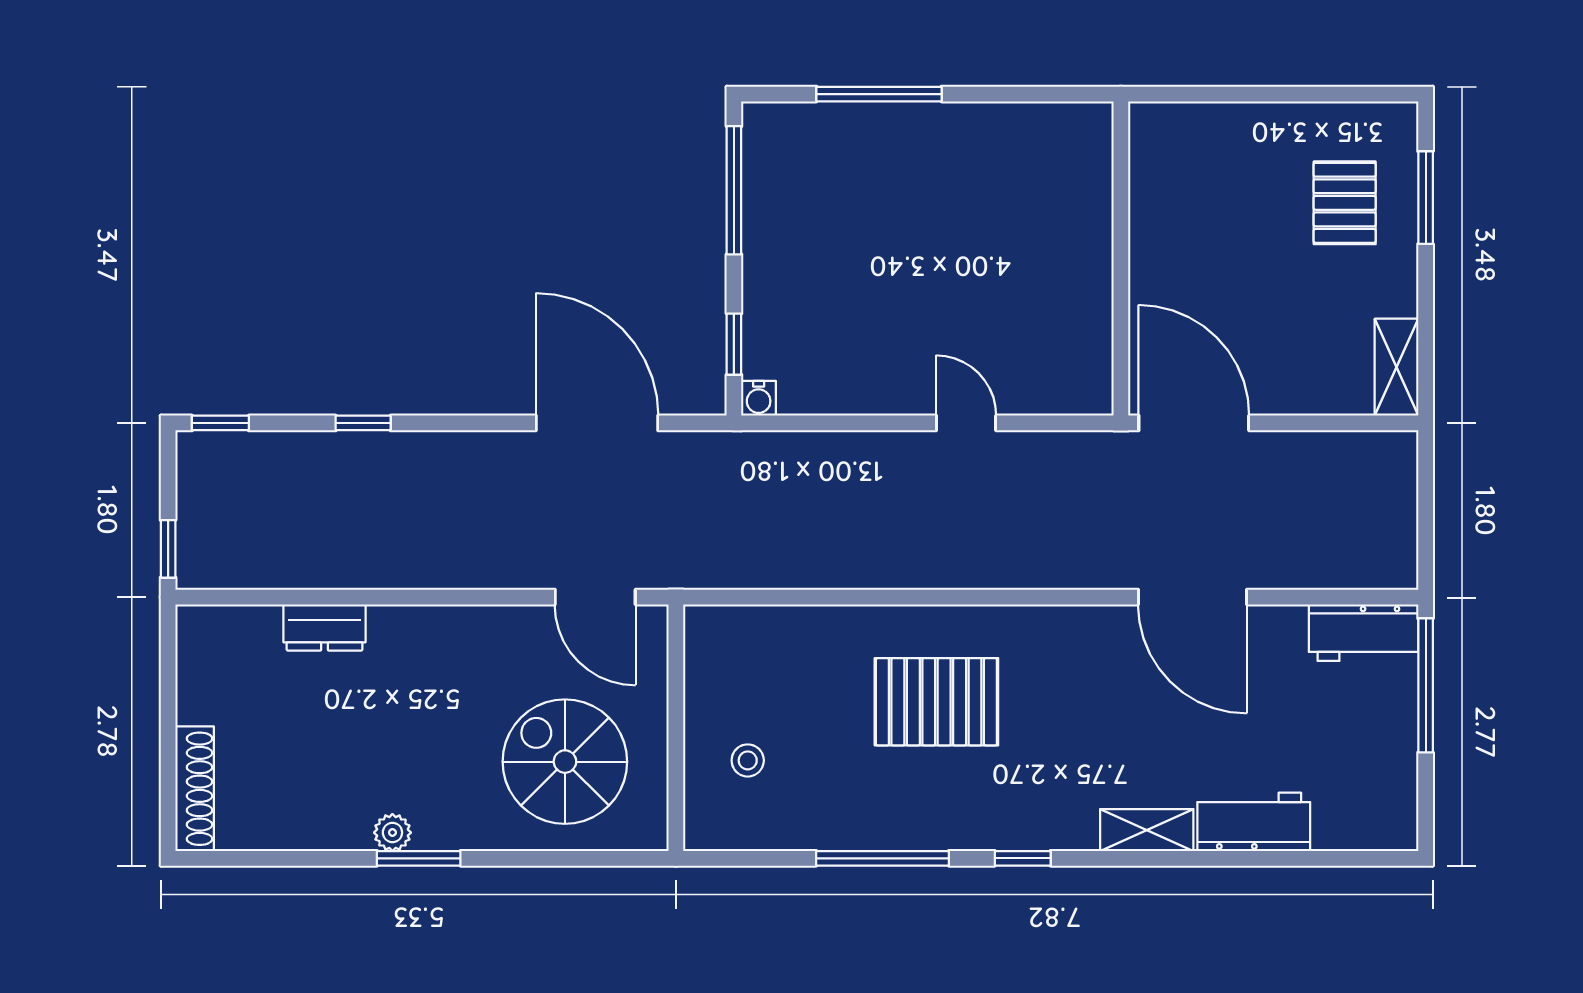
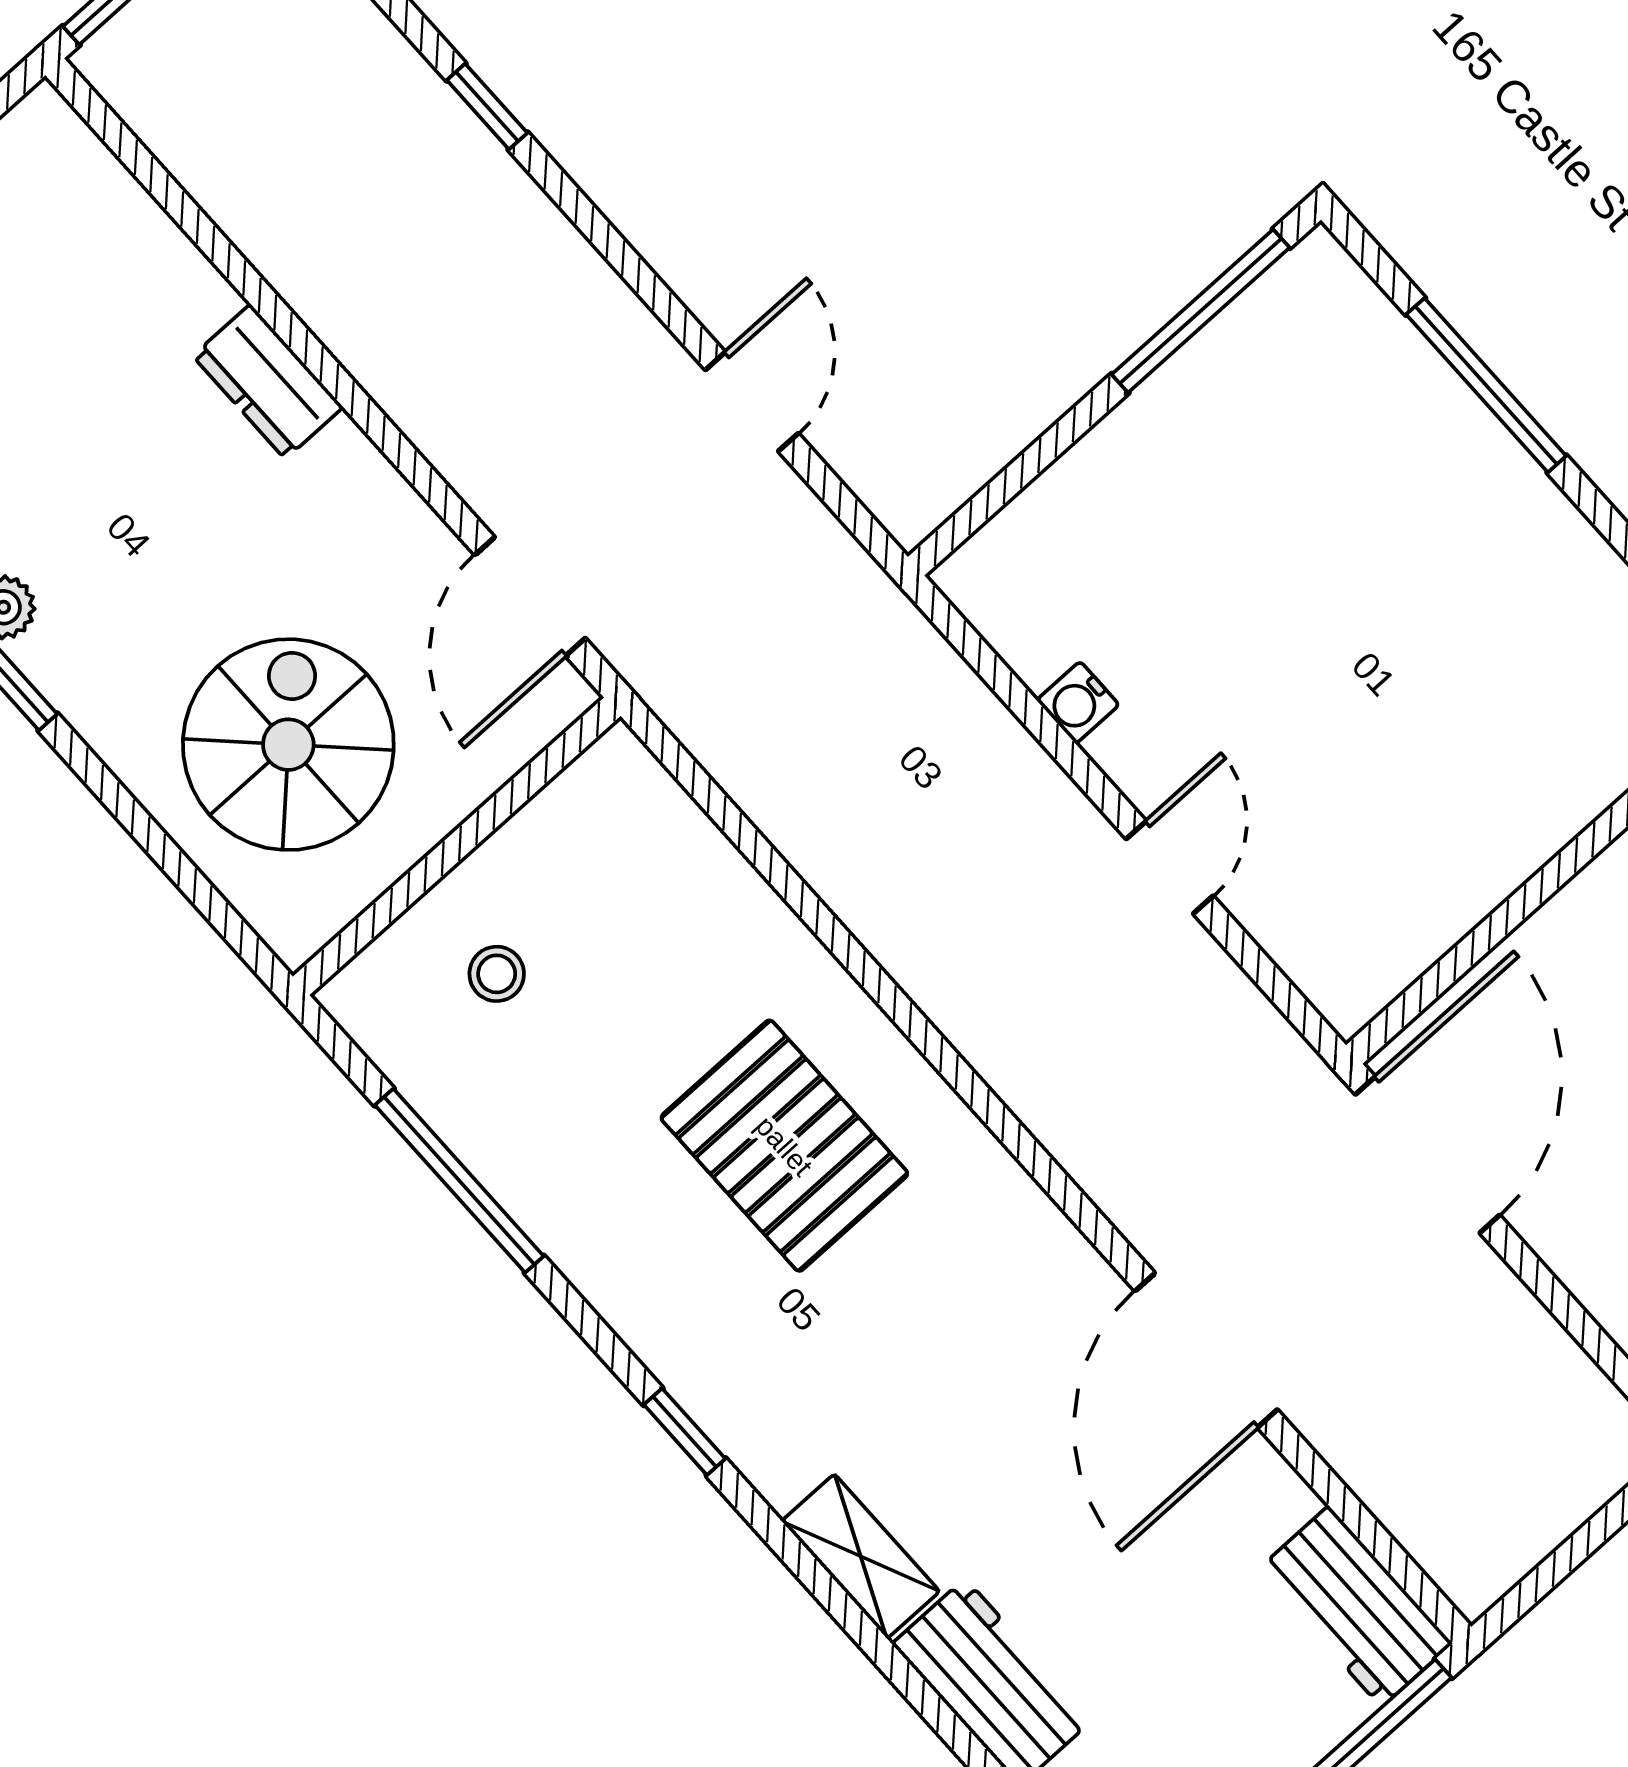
window: (734, 344) -> (1006, 485), removed
water cooler: (759, 398) -> (1078, 703), moved
door: (597, 423) -> (752, 402), width x0.53
dresser: (324, 627) -> (268, 381), moved
window: (882, 858) -> (459, 1181), moved

